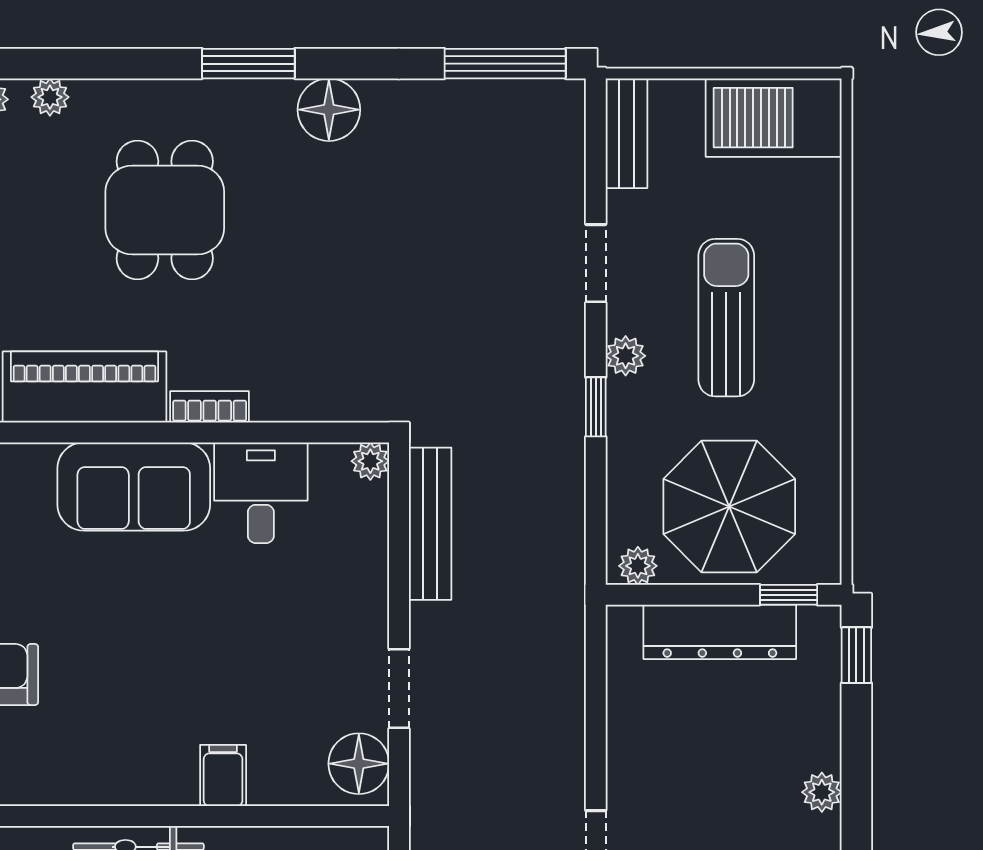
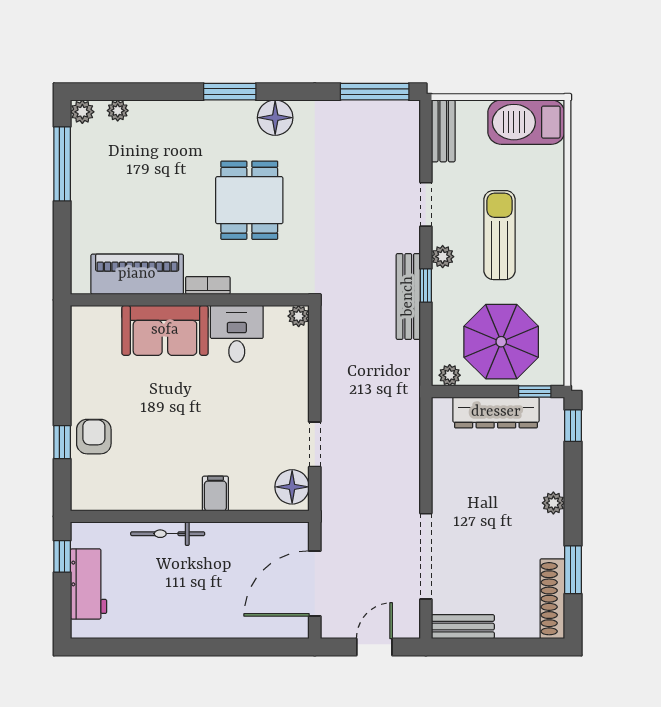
dining table: (165, 210) -> (249, 200), moved
bench: (430, 524) -> (408, 296), moved

